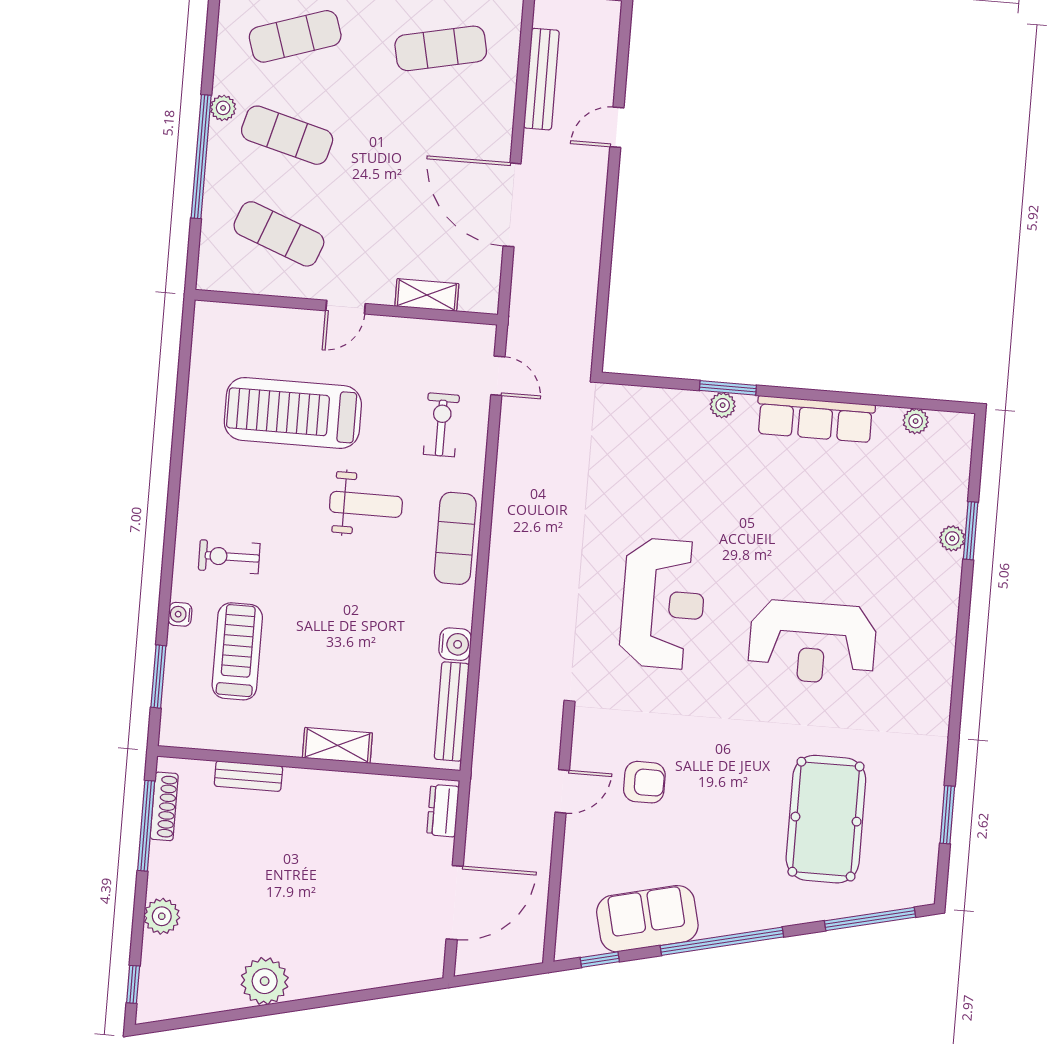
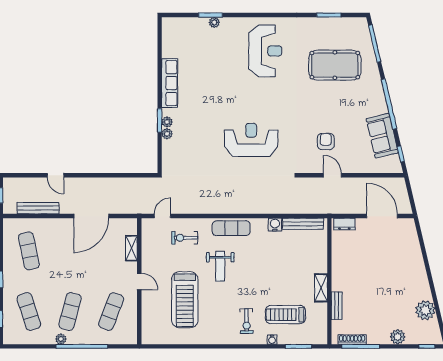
plant: (916, 421) -> (167, 134), moved
weight bench: (366, 504) -> (220, 266), turned 180
reception desk: (812, 642) -> (265, 51), moved
shelving: (337, 745) -> (321, 288), moved
plant: (265, 981) -> (425, 310), moved

